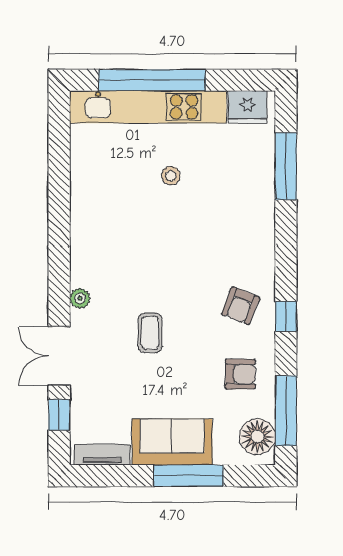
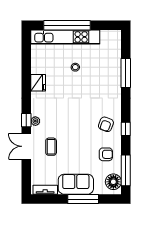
fridge: (247, 107) -> (38, 83), moved, turned -90
window: (286, 166) -> (126, 73), moved
coffee table: (150, 333) -> (51, 147), moved
window: (59, 415) -> (26, 120), moved

